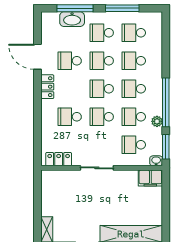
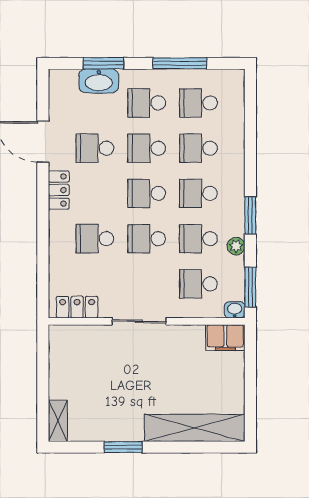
window: (75, 8) -> (103, 63), width x0.69
window: (166, 102) -> (250, 215), width x0.47

